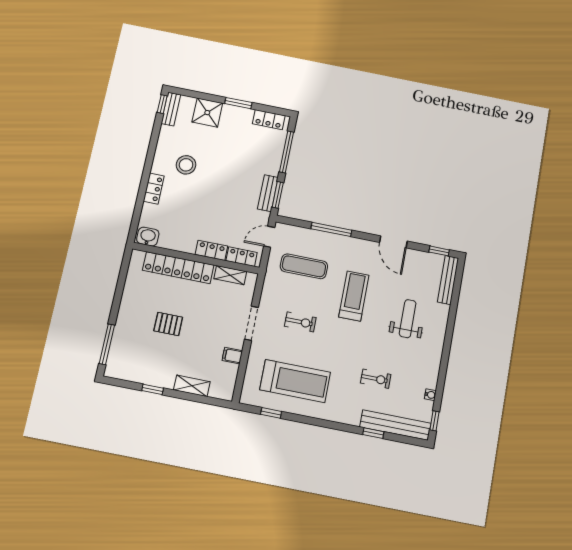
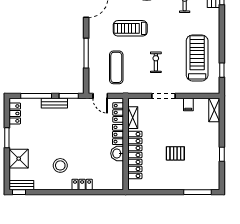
bench: (268, 193) -> (54, 103), moved
washbasin: (148, 237) -> (117, 153), moved
pallet: (168, 324) -> (175, 153), turned 90
shelving: (192, 386) -> (214, 110), moved

